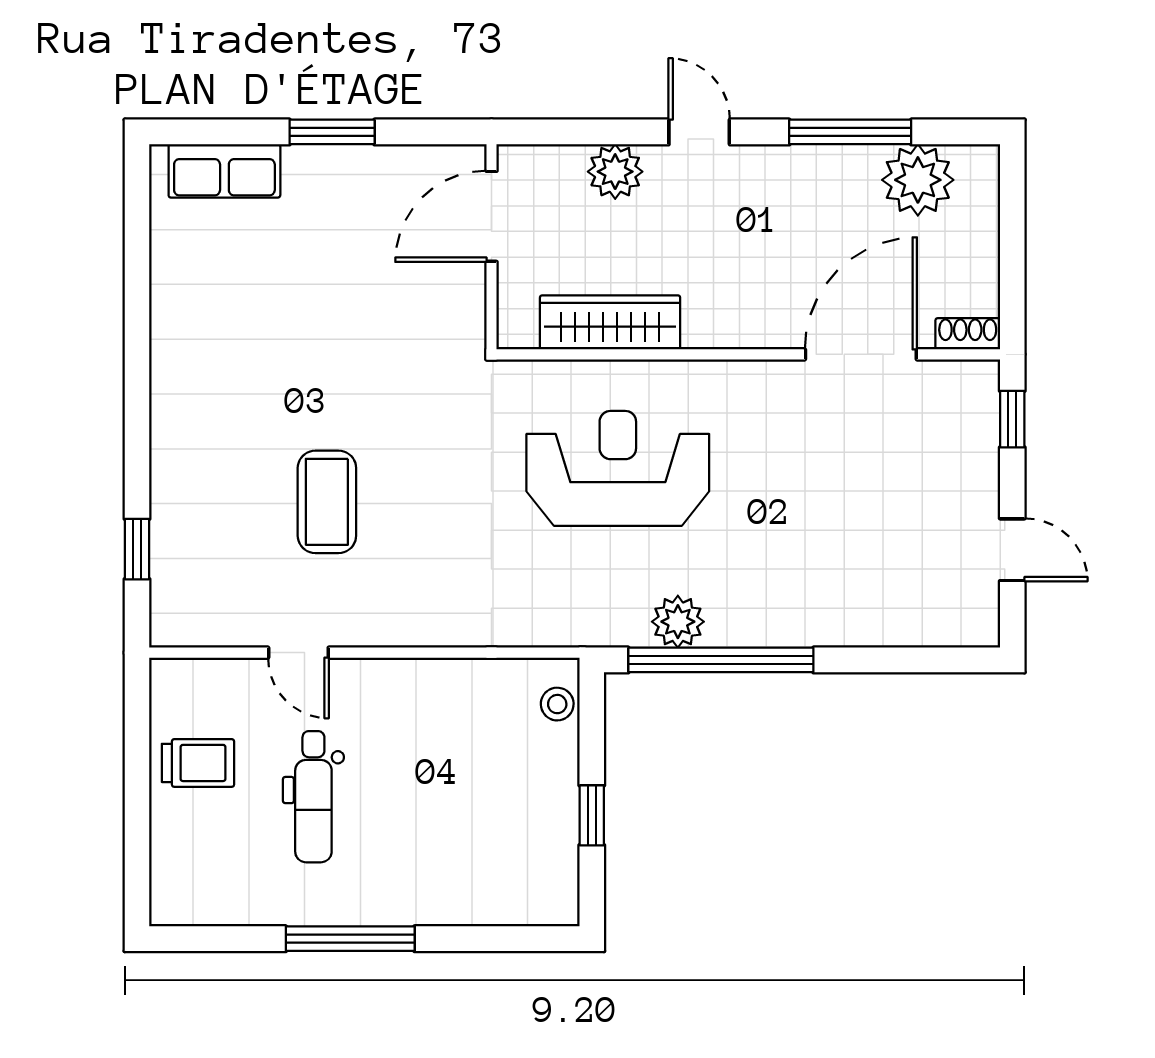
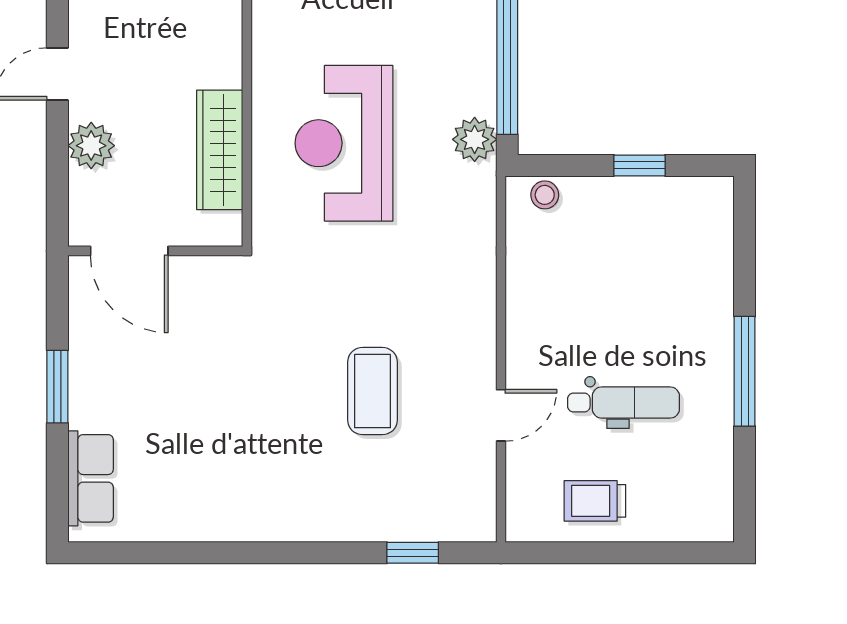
coffee table: (327, 502) -> (372, 391), turned 90
plant: (678, 622) -> (475, 139), moved
trolley: (198, 763) -> (595, 501), turned -90

